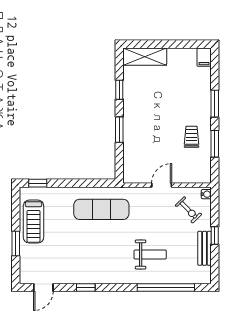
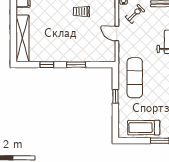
shelving: (145, 57) -> (23, 38), width x1.47
window: (38, 183) -> (115, 96), moved
treadmill: (33, 222) -> (144, 128), turned 180

